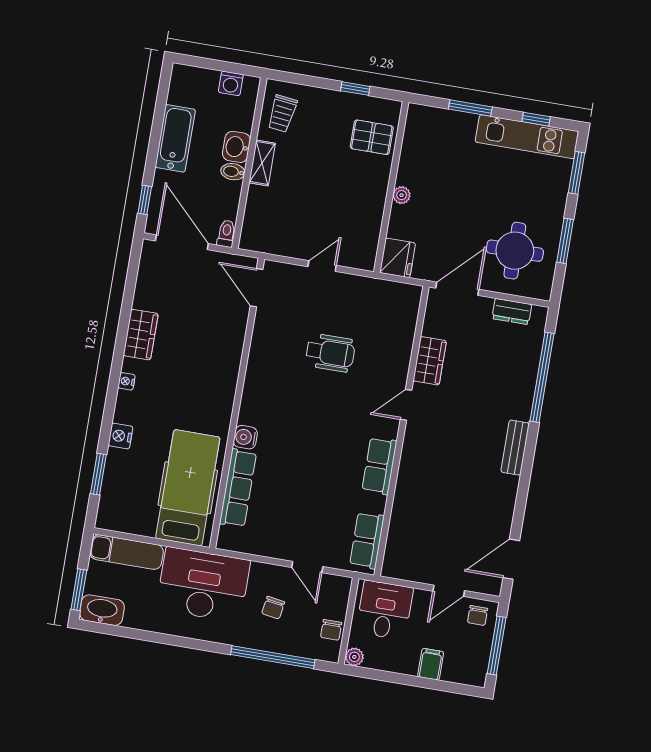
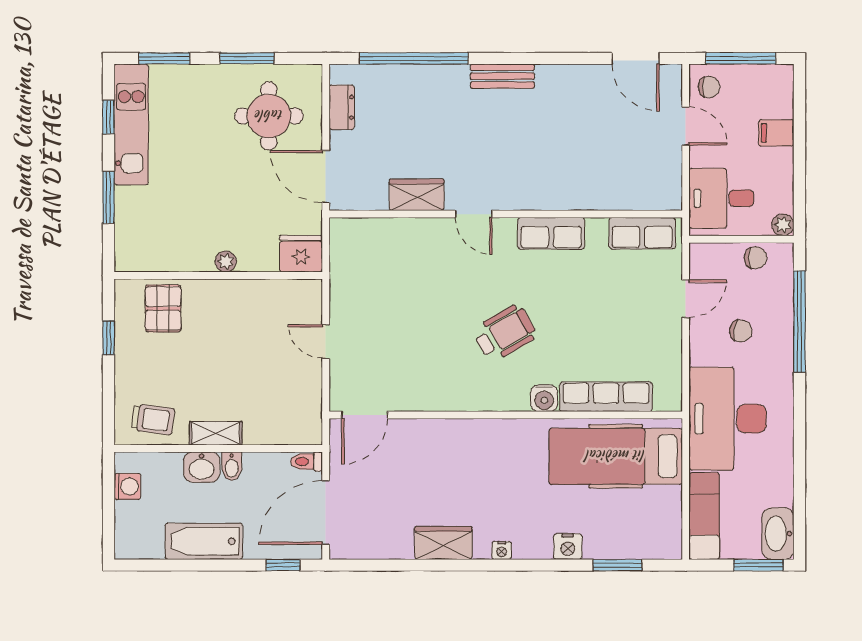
wheelchair: (330, 353) -> (505, 333), moved, turned 60

